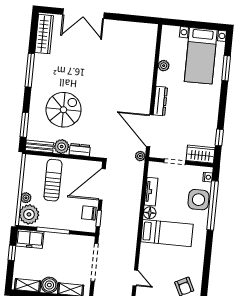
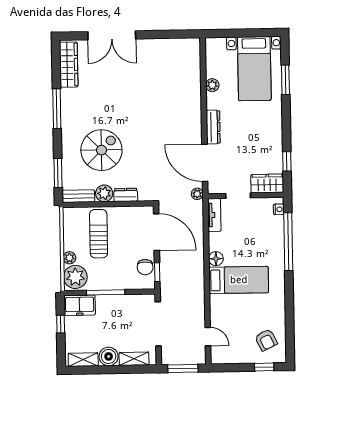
door: (102, 184) -> (156, 232), swing flipped
tv unit: (151, 192) -> (214, 215), moved
side table: (198, 200) -> (271, 237), removed
chair: (89, 213) -> (145, 267), turned -90

